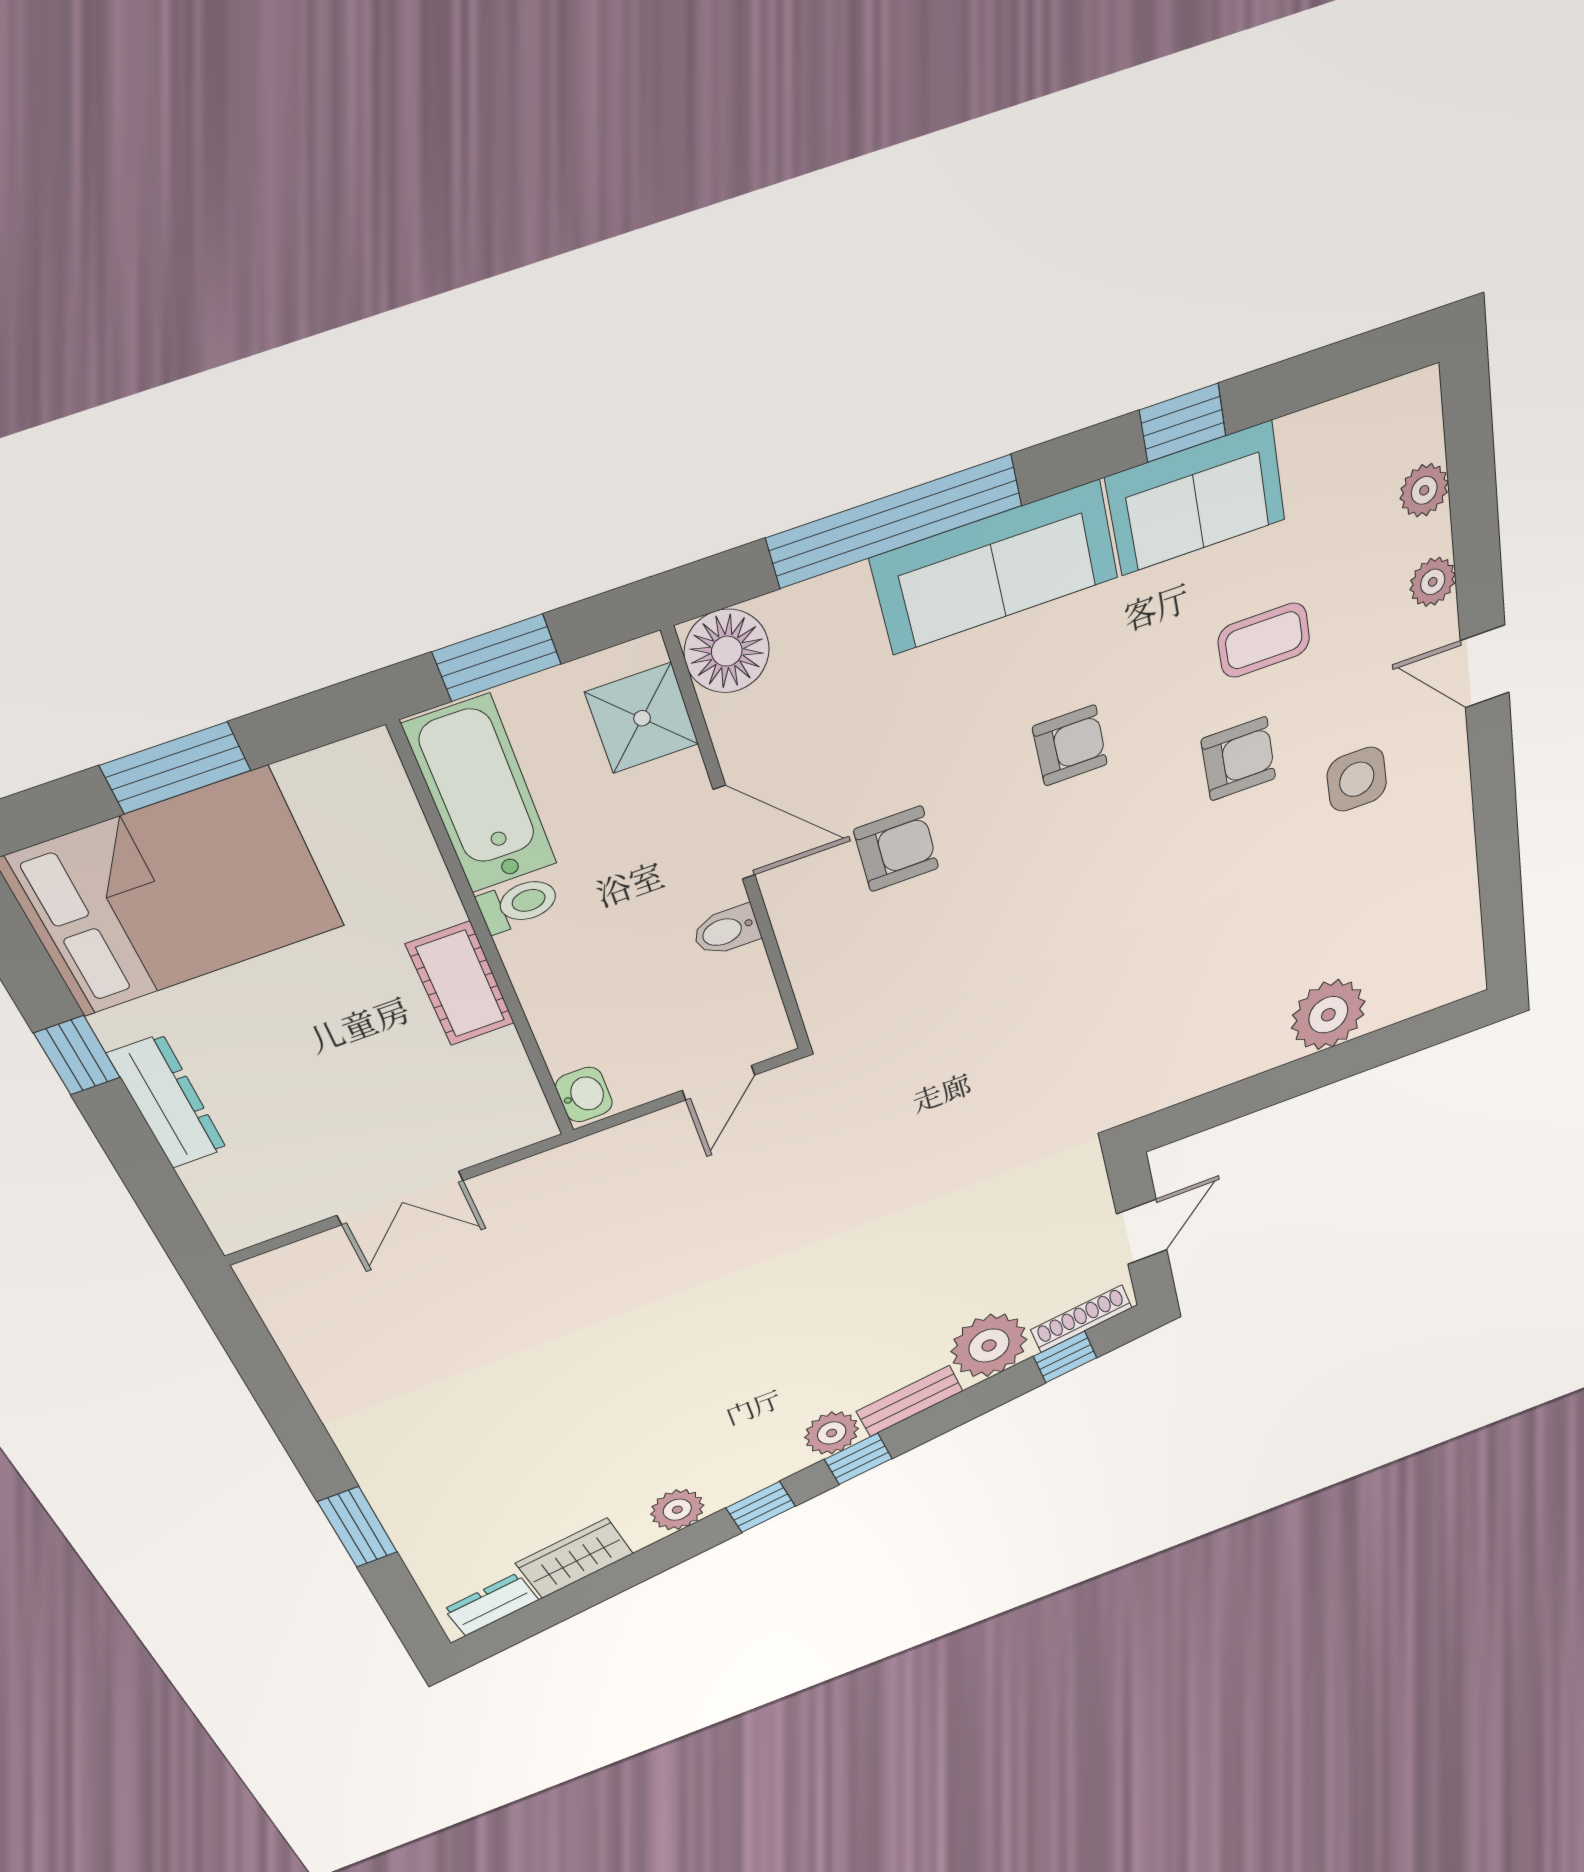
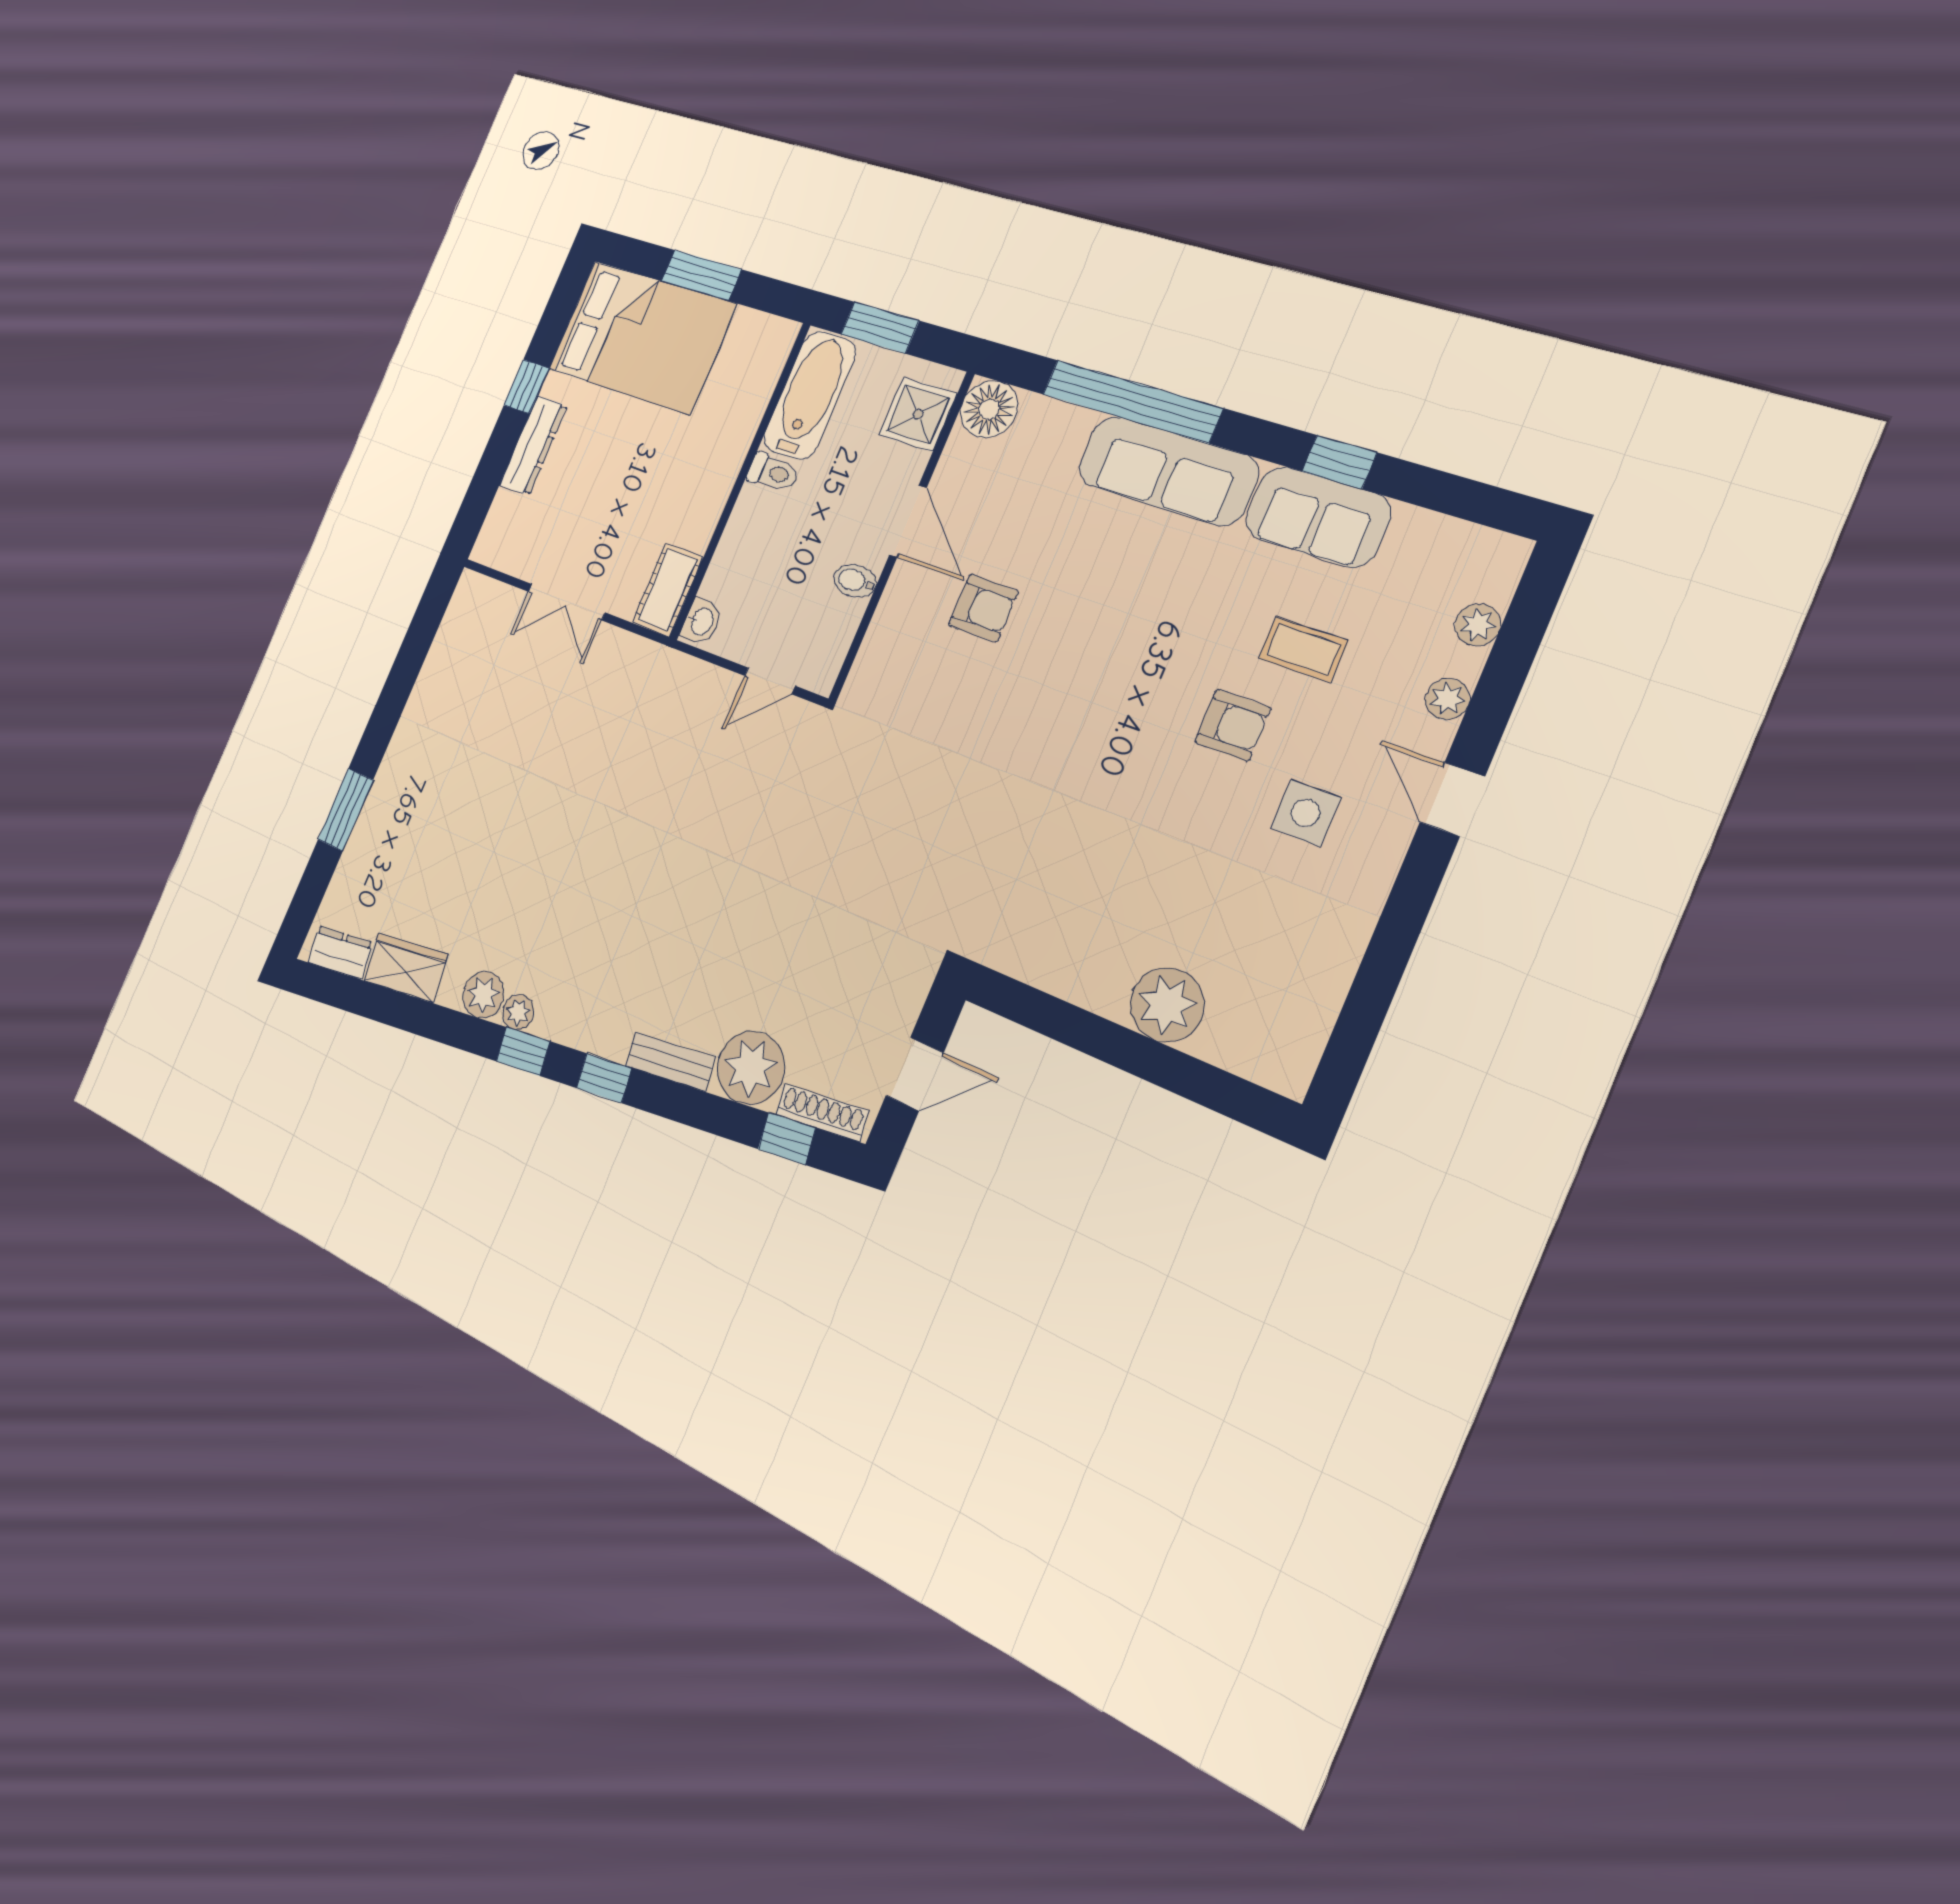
armchair: (1070, 746) -> (1132, 624), removed
cot: (461, 984) -> (668, 590), moved
plant: (832, 1433) -> (518, 1012), moved, width x0.73, depth x0.73

